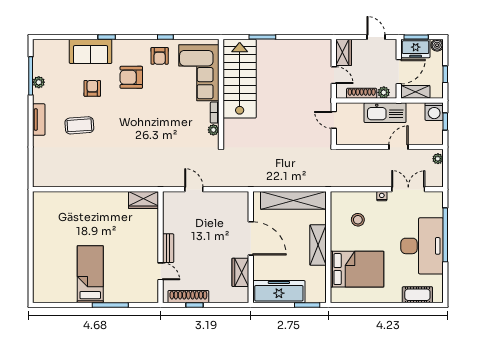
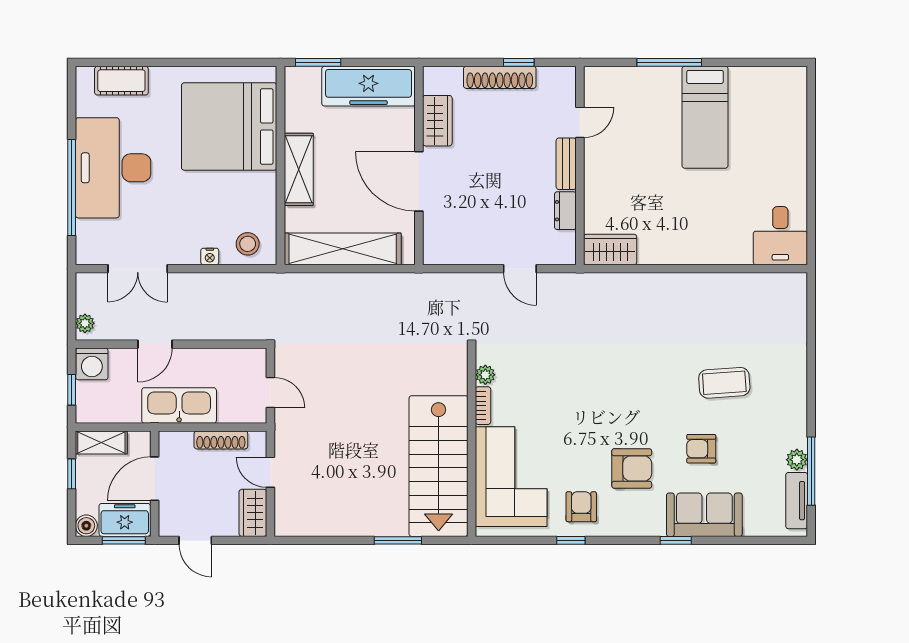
armchair: (92, 88) -> (701, 449), turned 90
plant: (384, 92) -> (182, 441), removed
shelving: (415, 92) -> (101, 443), moved
washing machine: (434, 112) -> (92, 364), moved, turned 180
tv unit: (39, 120) -> (797, 501), moved
nightstand: (382, 196) -> (210, 256), moved
desk: (48, 208) -> (780, 236), added
stool: (358, 220) -> (248, 244), moved
dresser: (169, 222) -> (565, 211), added
bed: (357, 269) -> (229, 127), width x1.36
door: (160, 271) -> (580, 122), swing flipped
shoe rack: (188, 297) -> (500, 77), moved

